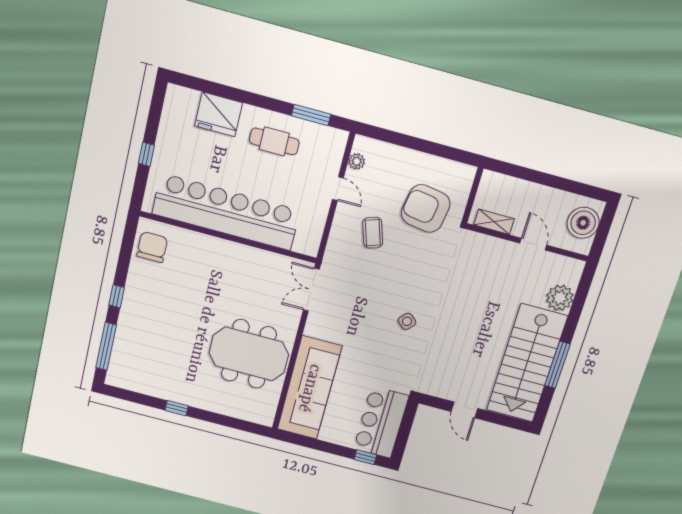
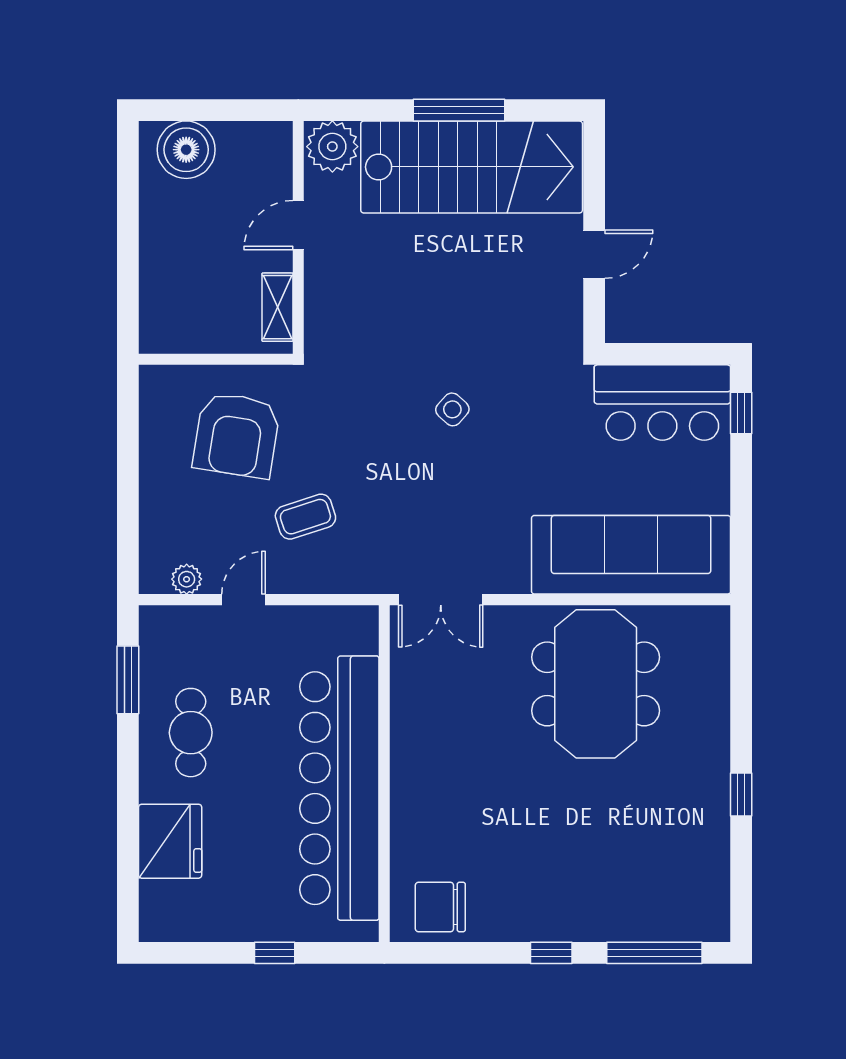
shelving: (494, 222) -> (278, 307), moved
wall: (527, 242) -> (298, 237), moved
door: (533, 244) -> (298, 225), moved

